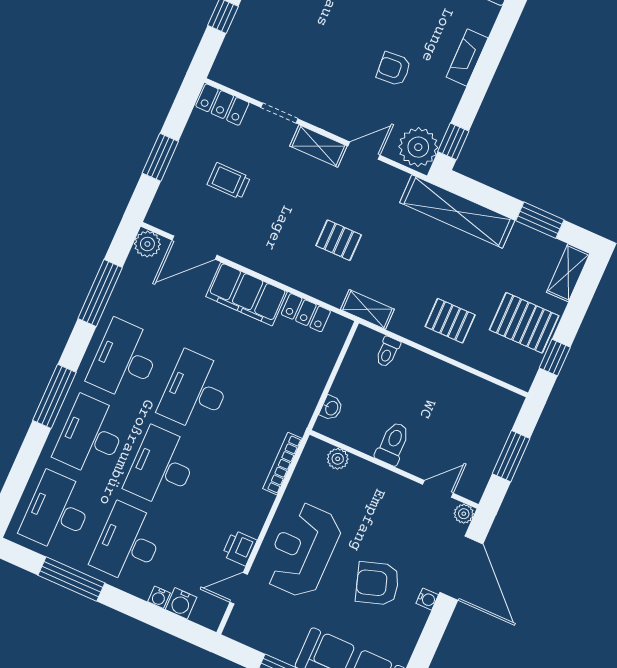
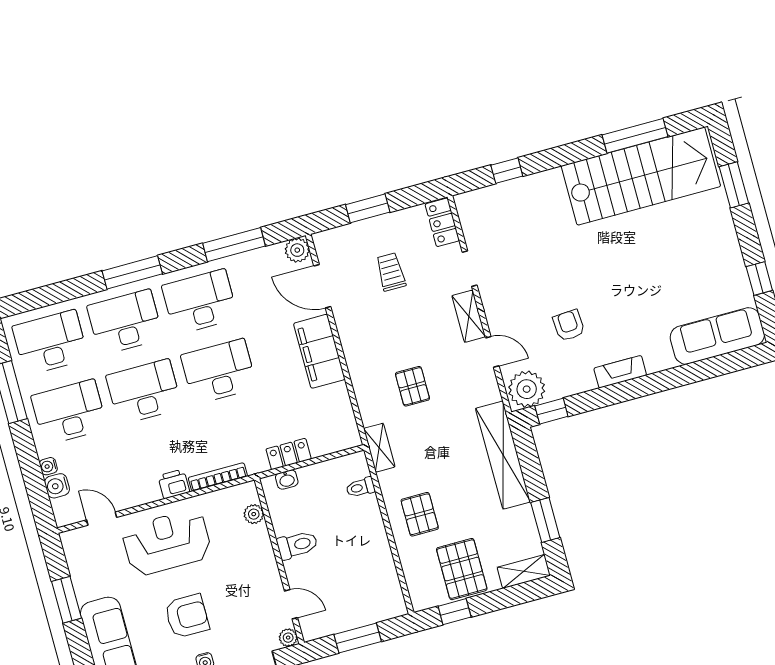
locker: (306, 313) -> (289, 454), moved, turned 90
printer: (239, 548) -> (174, 484), moved
armchair: (377, 583) -> (187, 616), turned 108

